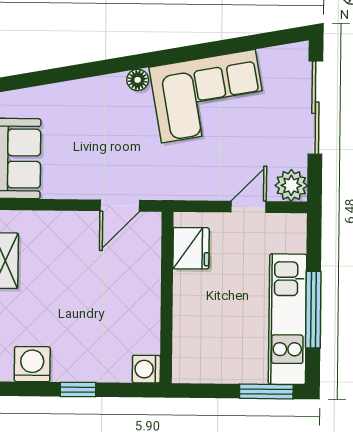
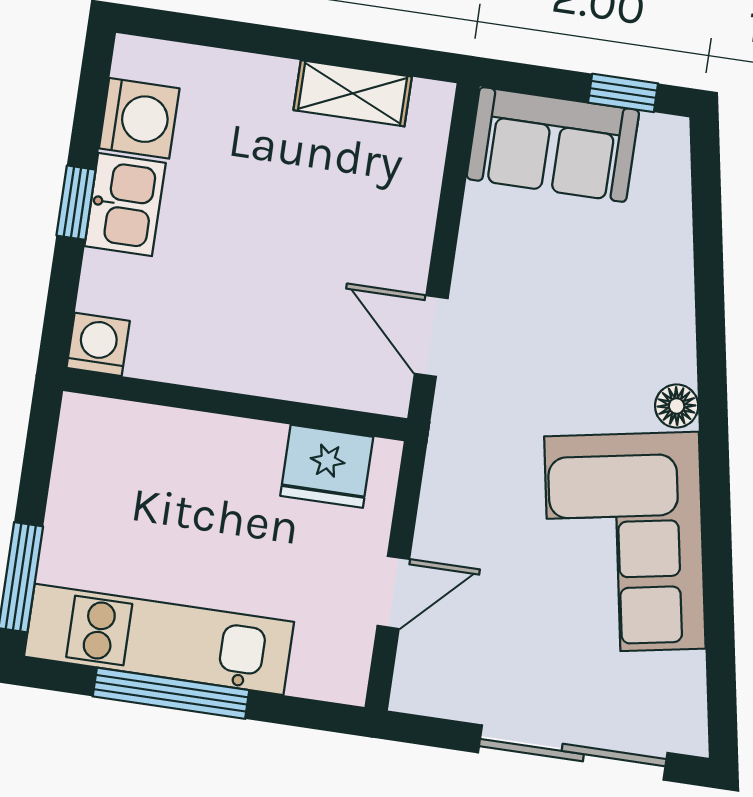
plant: (291, 185) -> (424, 683), removed
door: (249, 207) -> (393, 592), hinge flipped
kitchen sink: (76, 365) -> (125, 205), added

